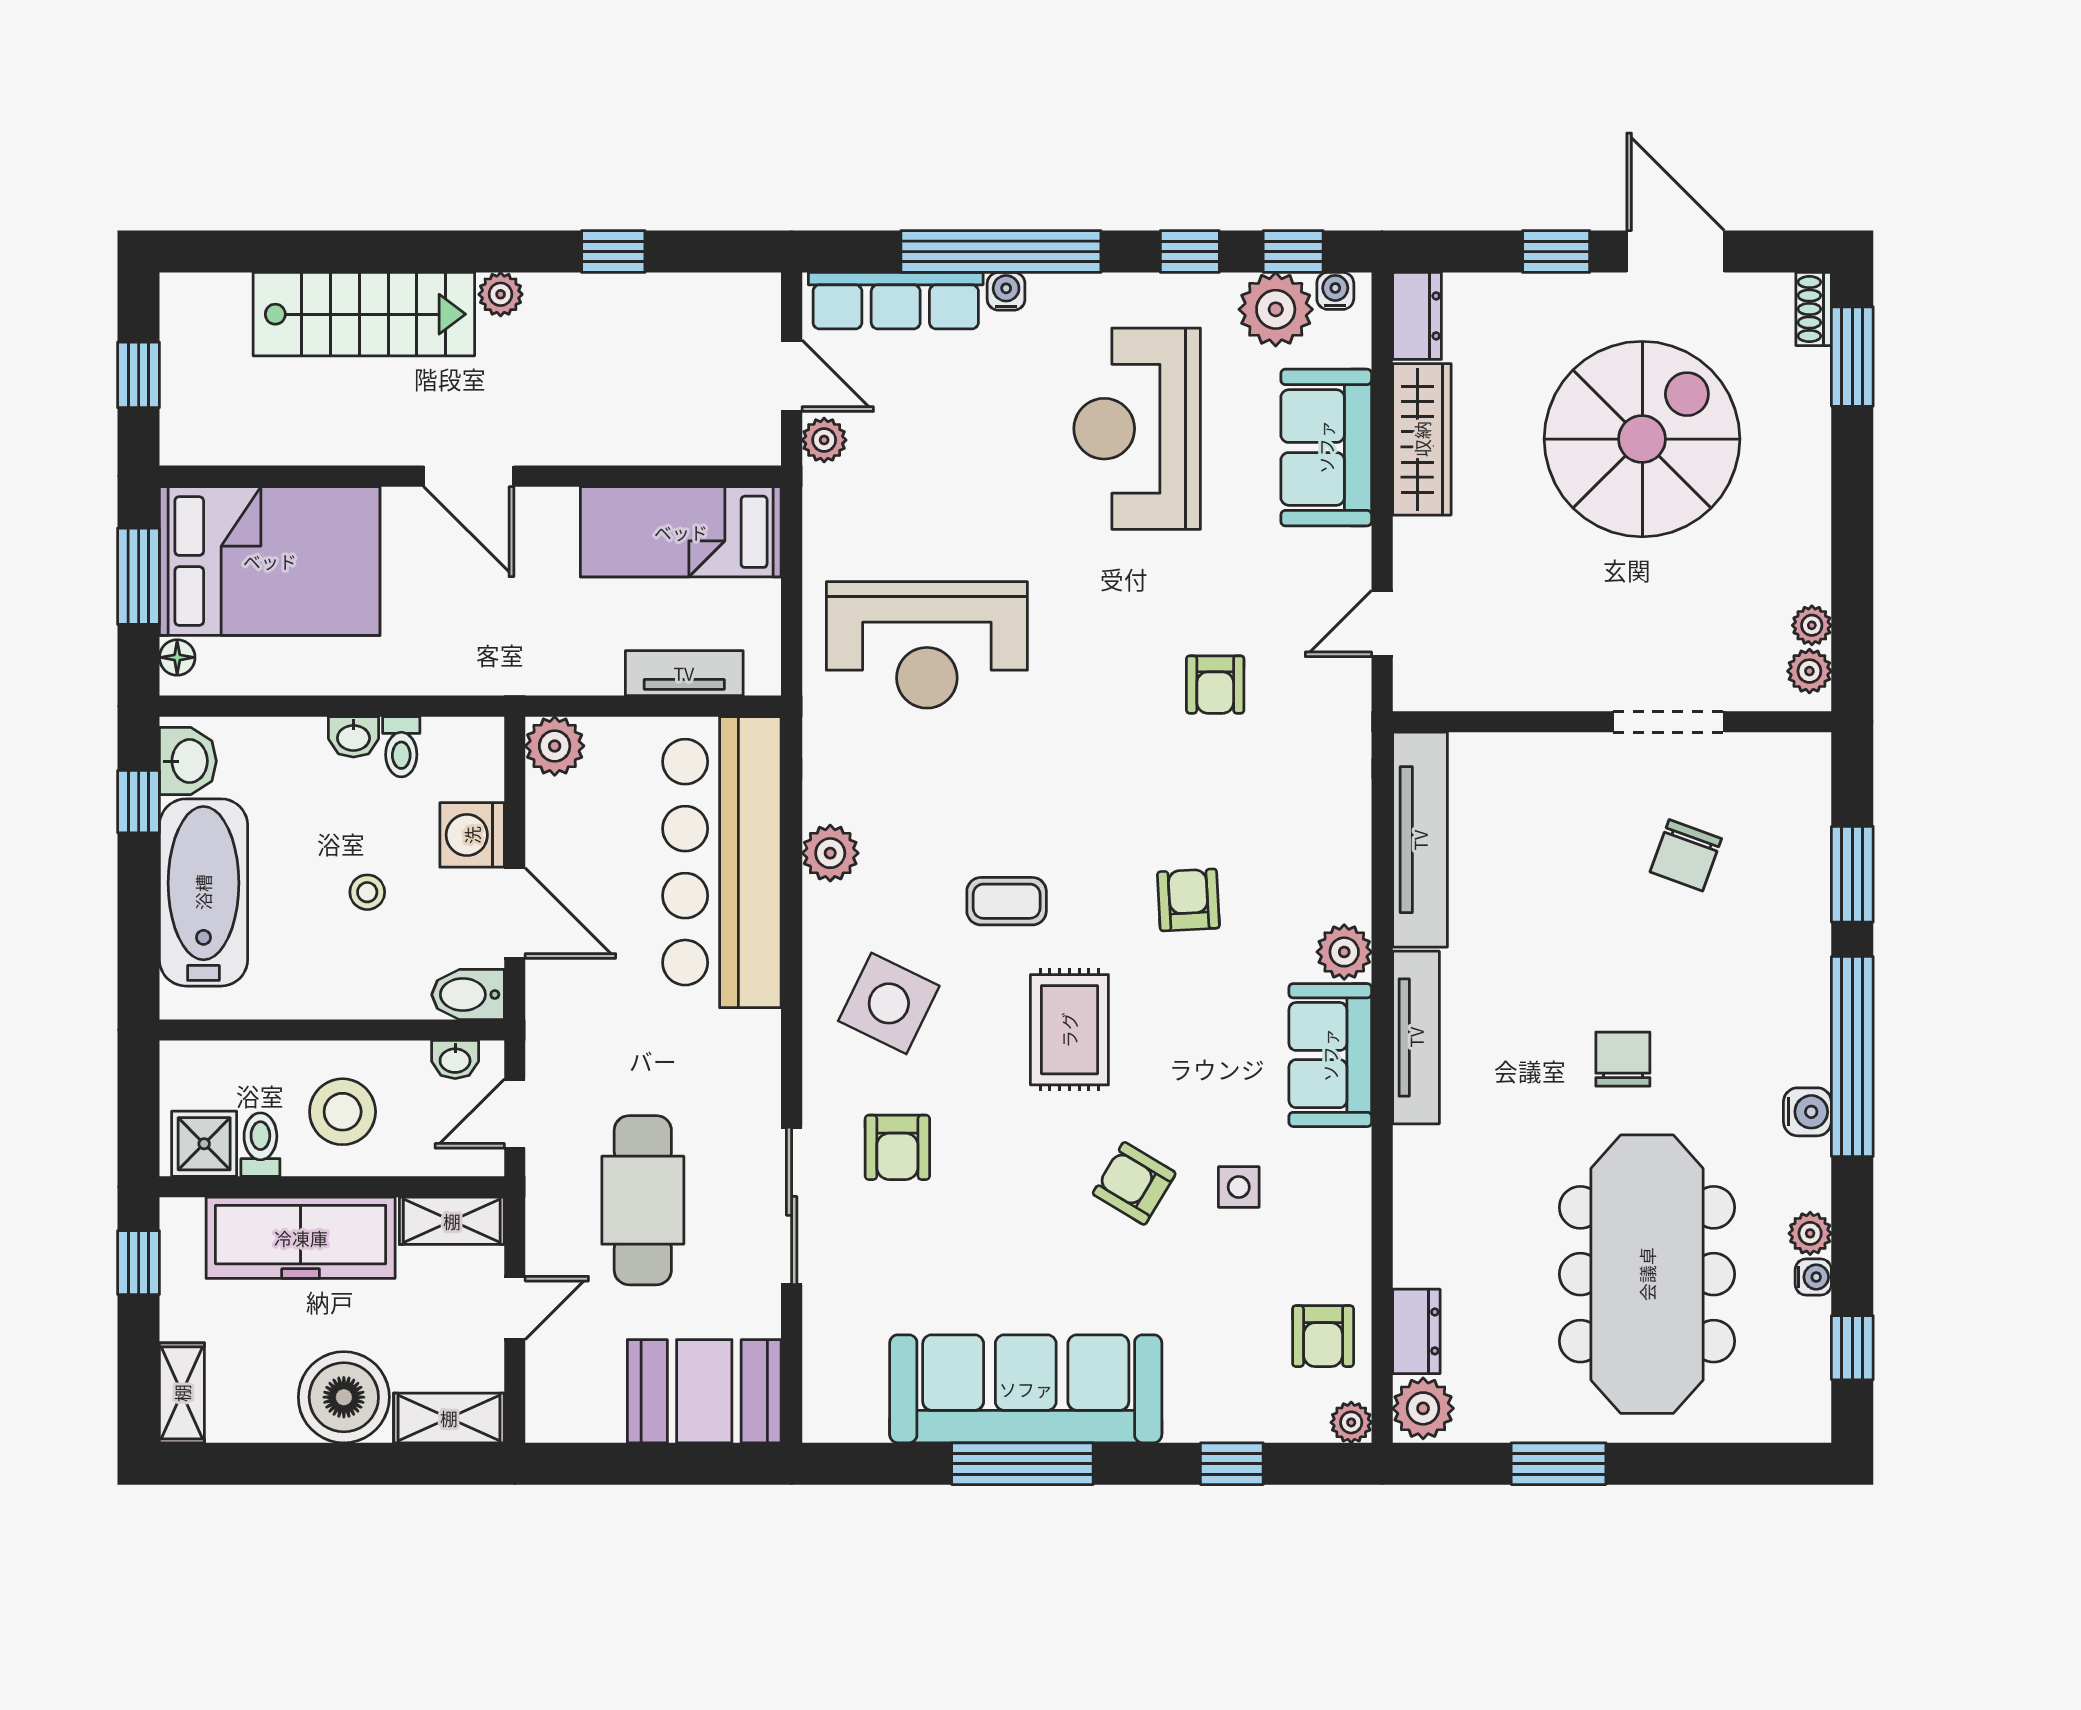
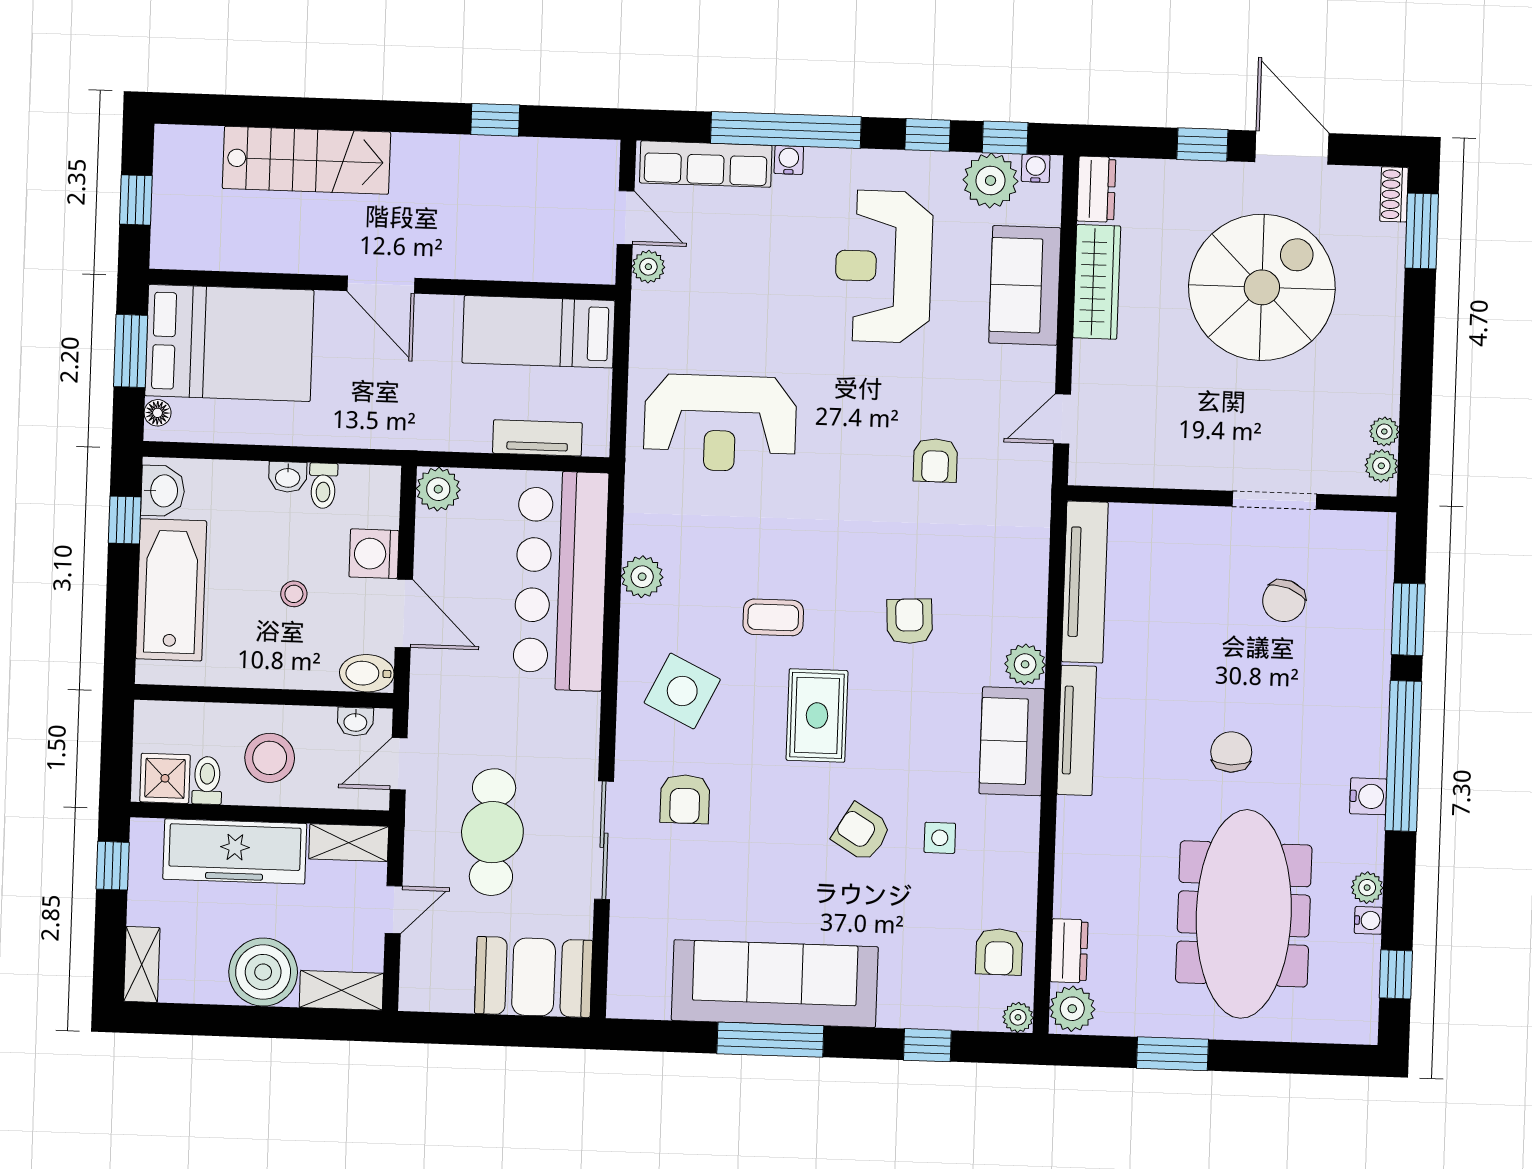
plant: (501, 294) -> (410, 149), removed

